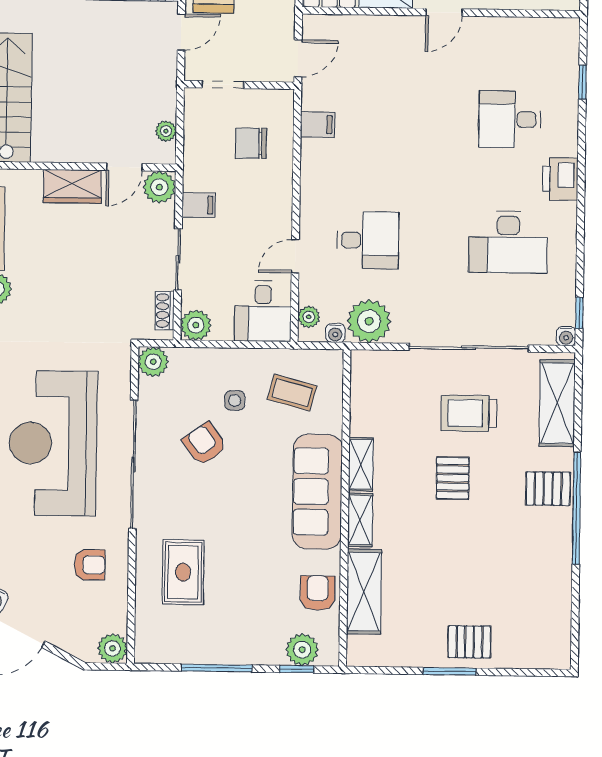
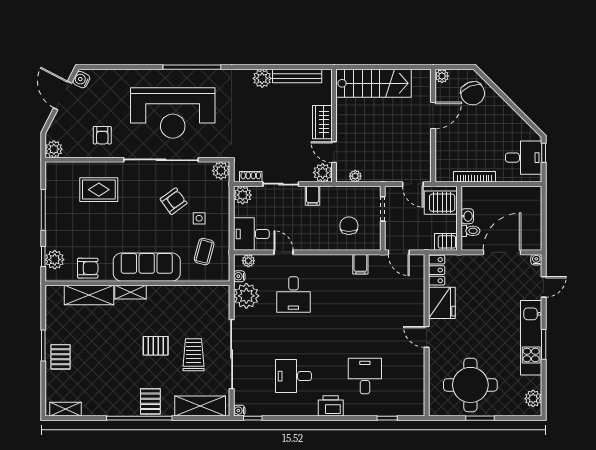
desk: (508, 242) -> (293, 376), width x0.73
reception desk: (53, 443) -> (173, 113), turned 180
shelving: (361, 464) -> (66, 409), moved

